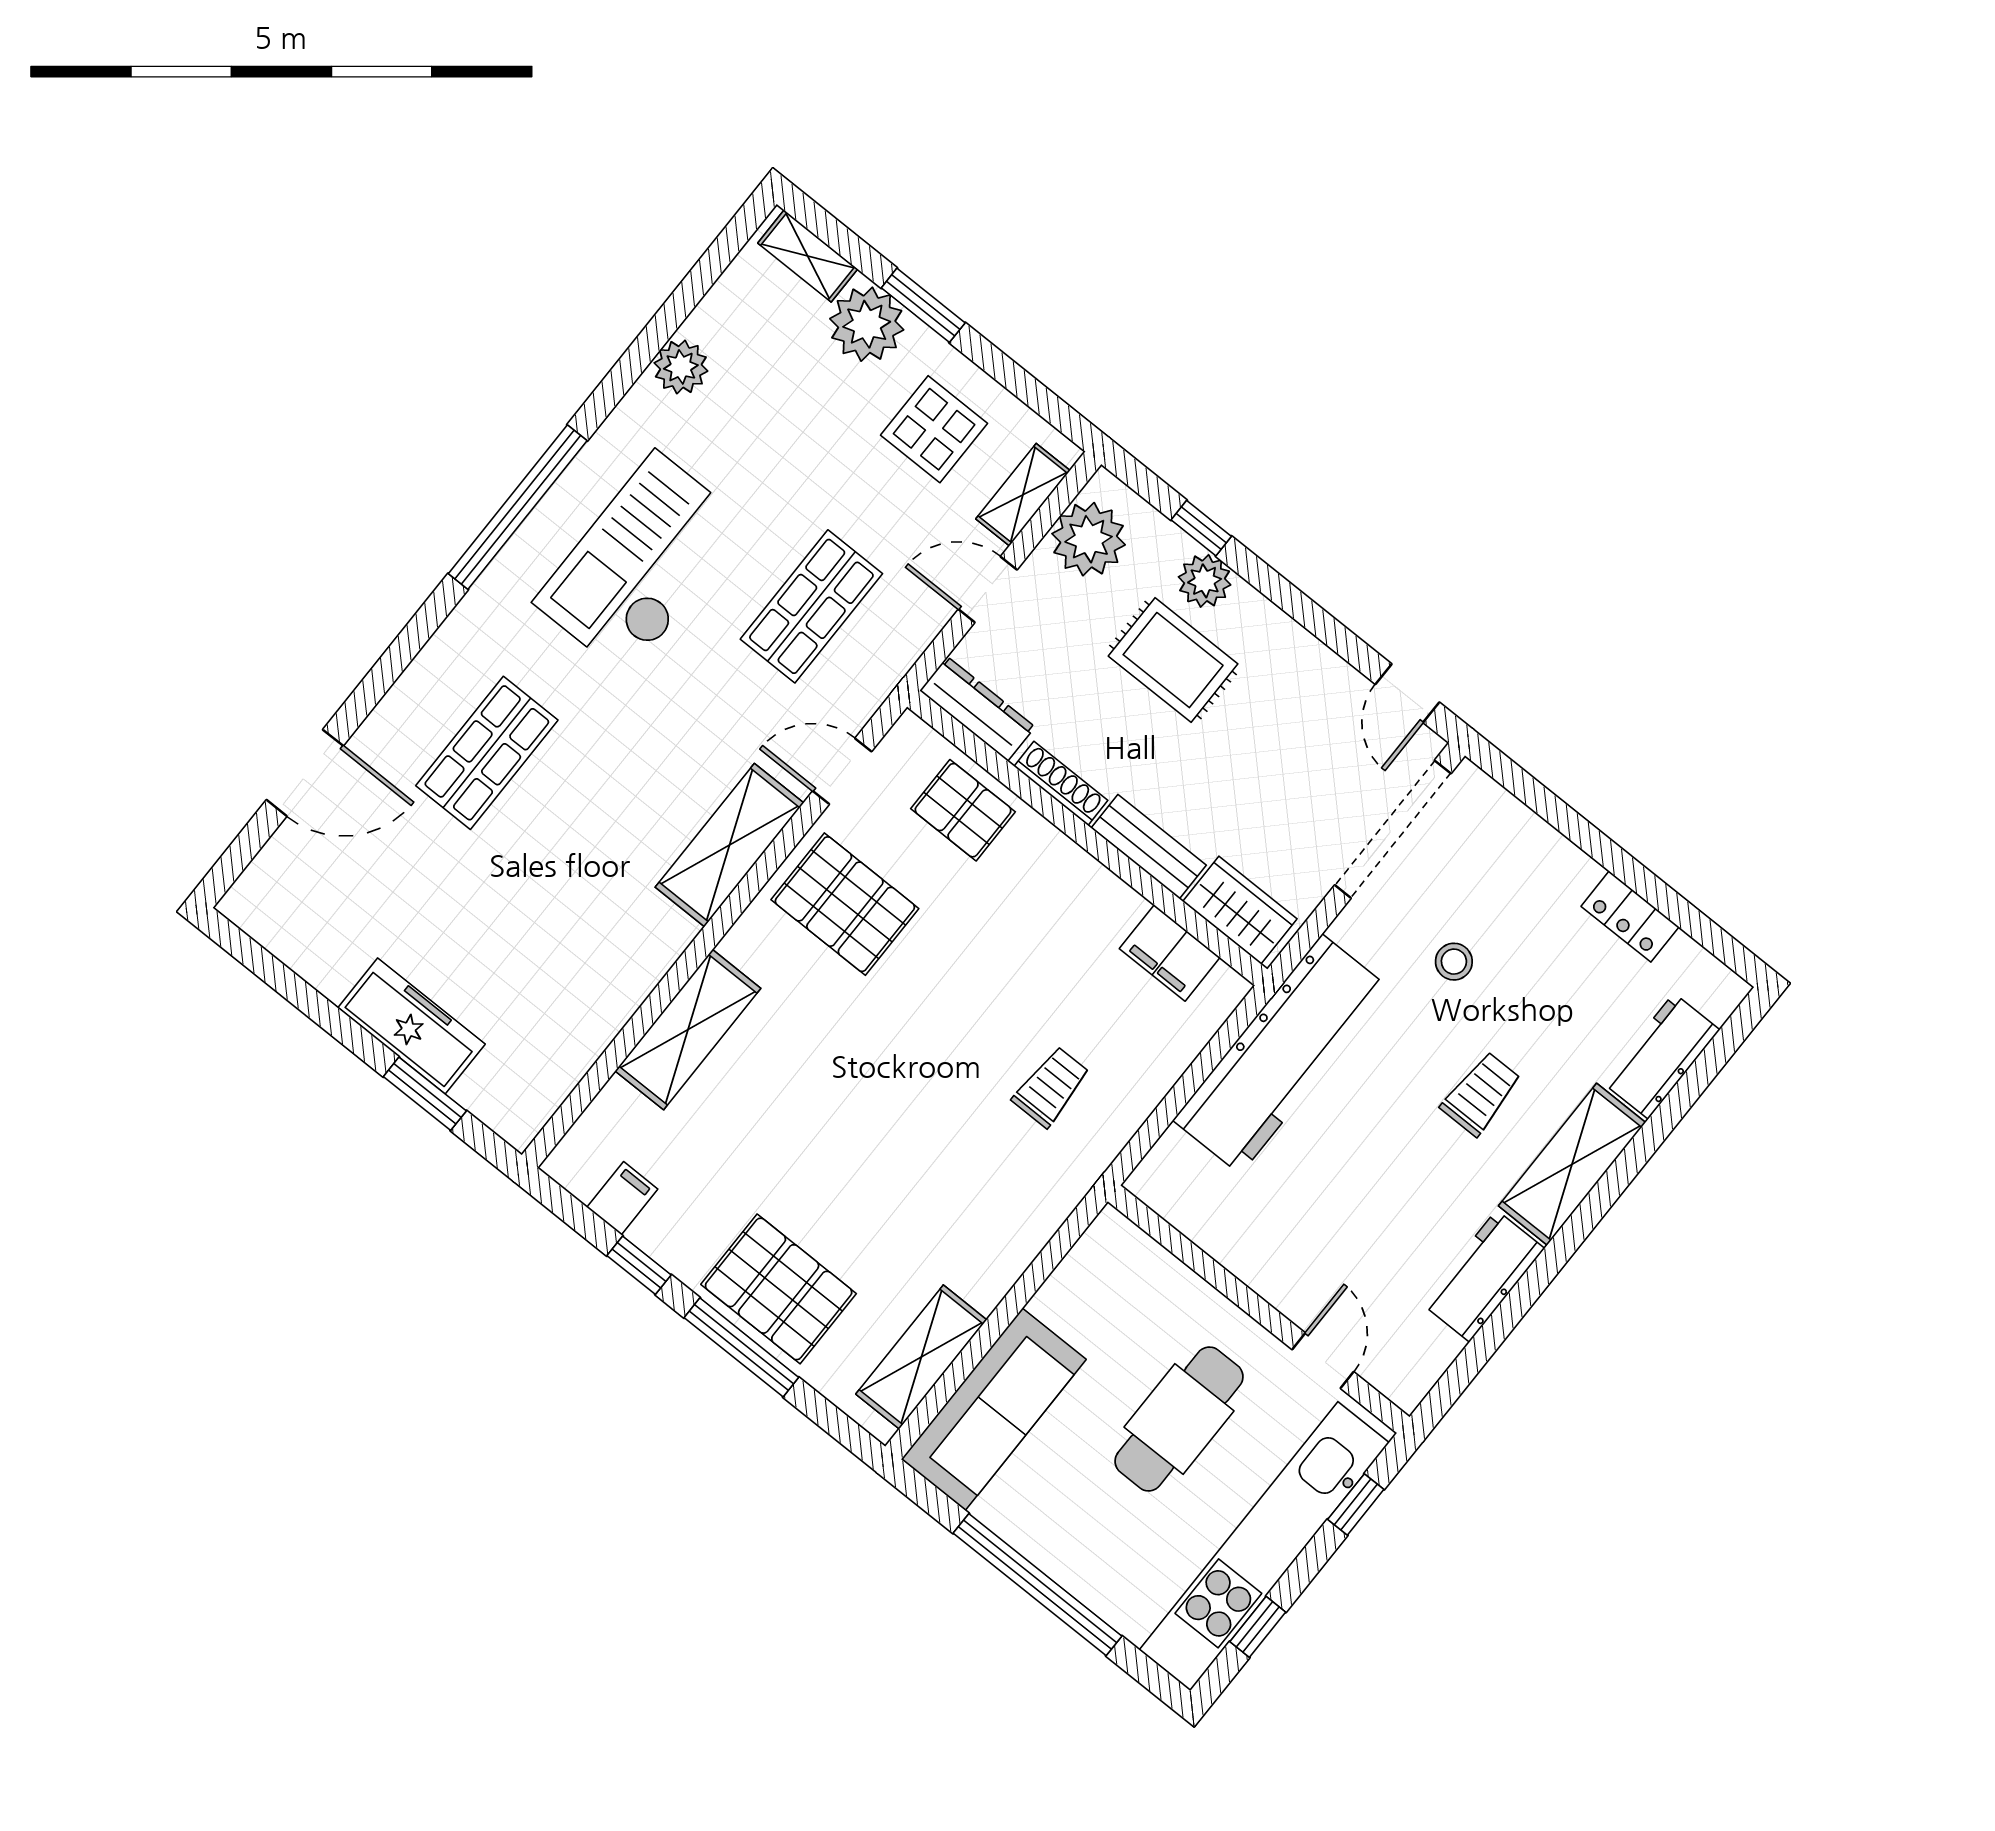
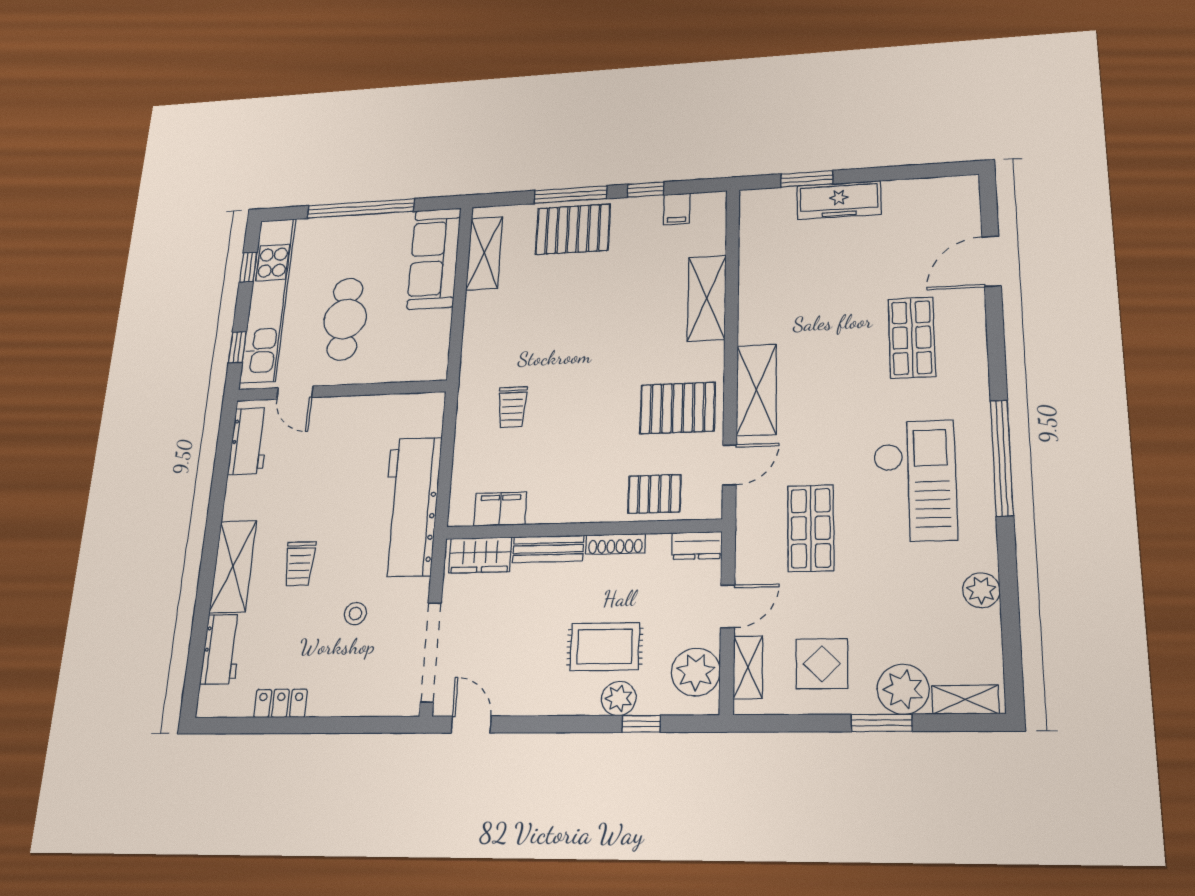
dresser: (977, 709) -> (697, 546), width x0.70
workbench: (1483, 1276) -> (249, 441), moved

